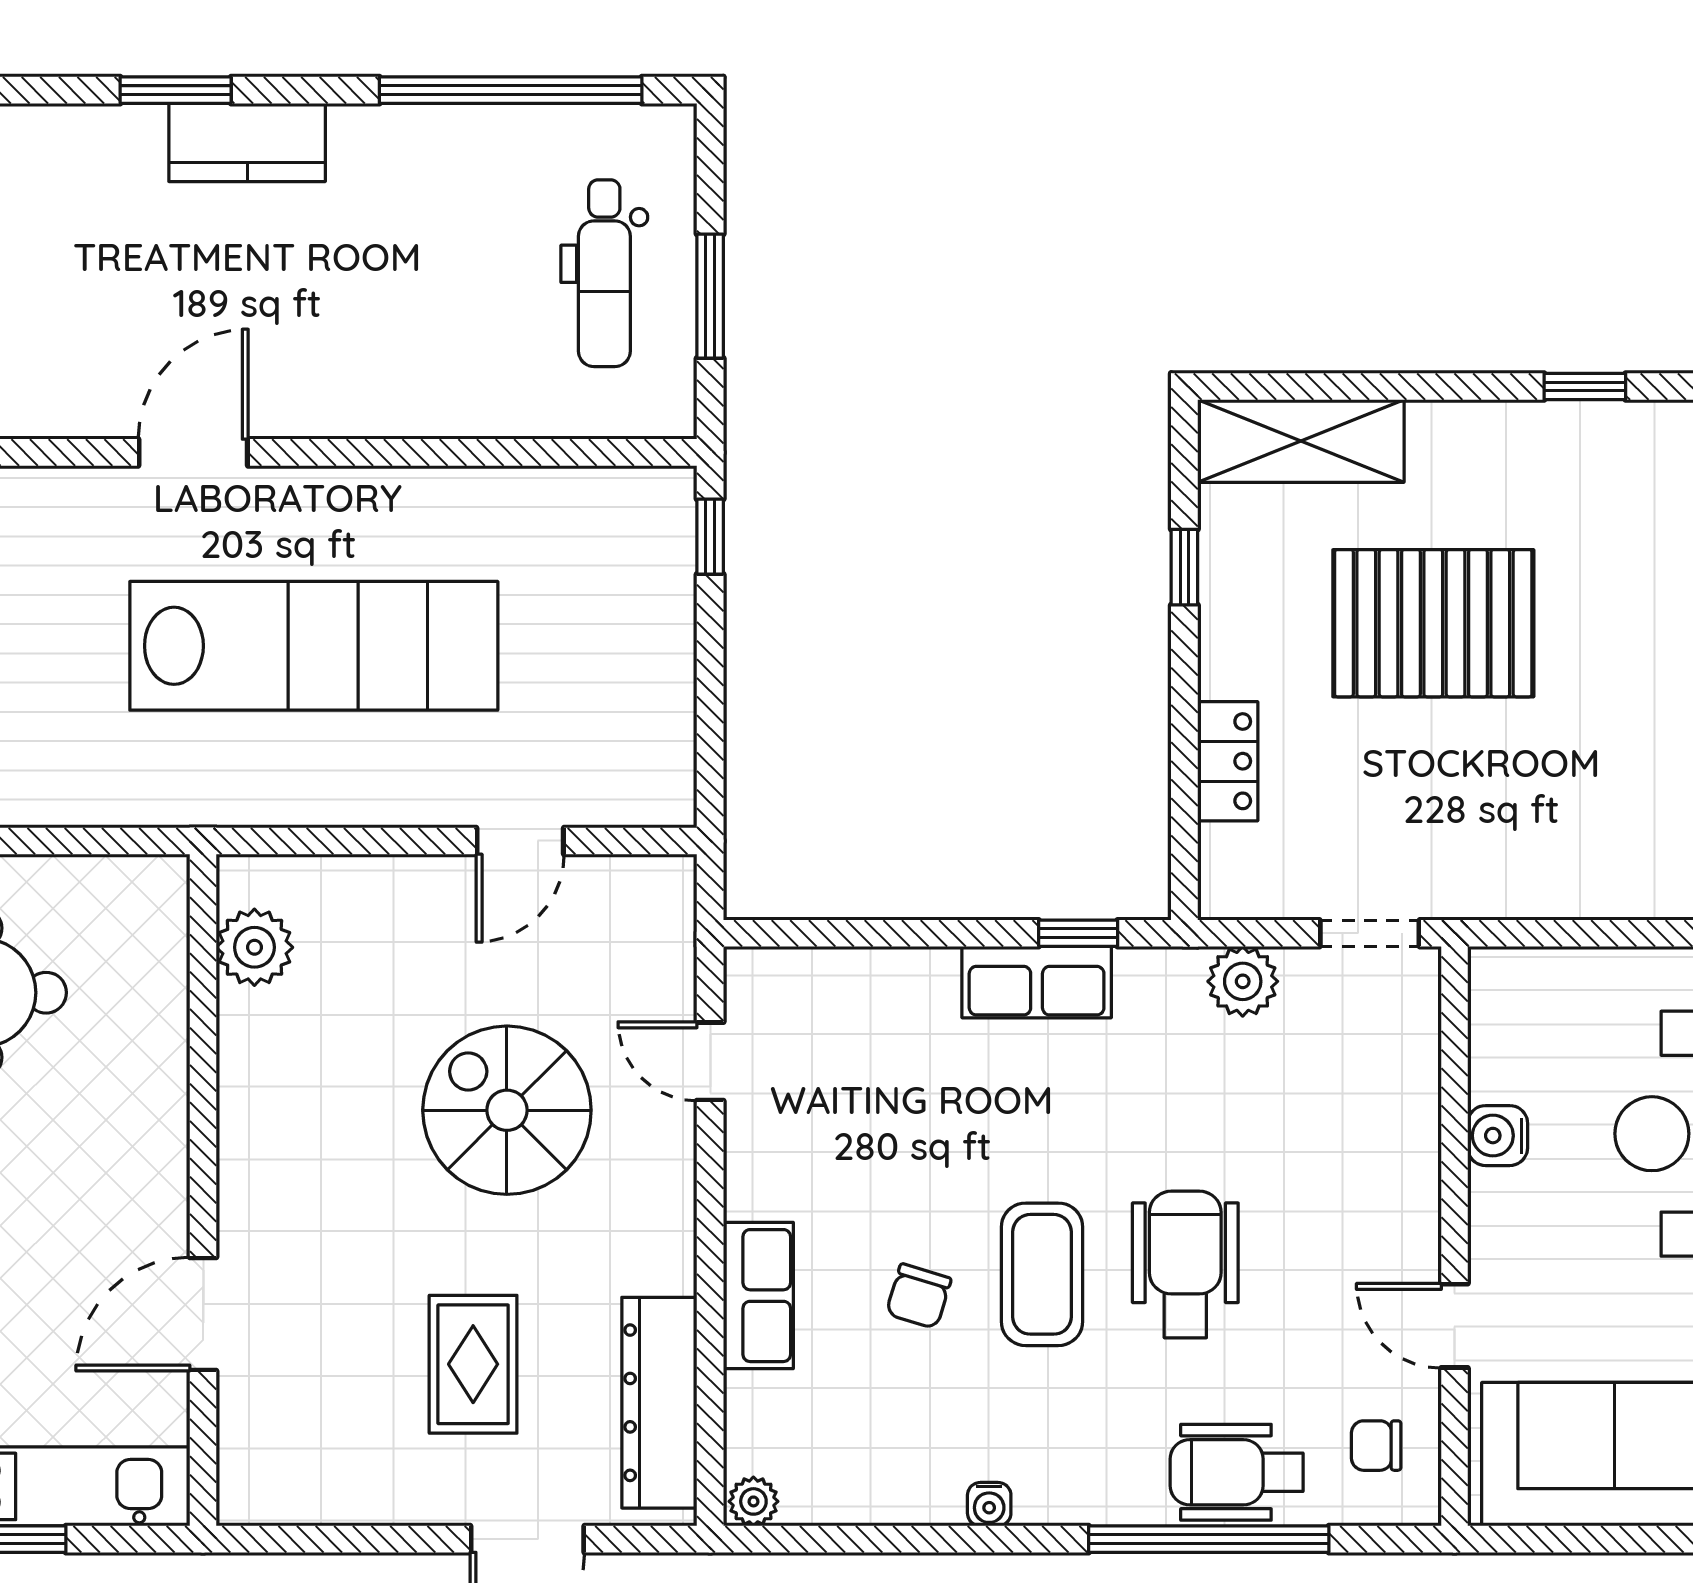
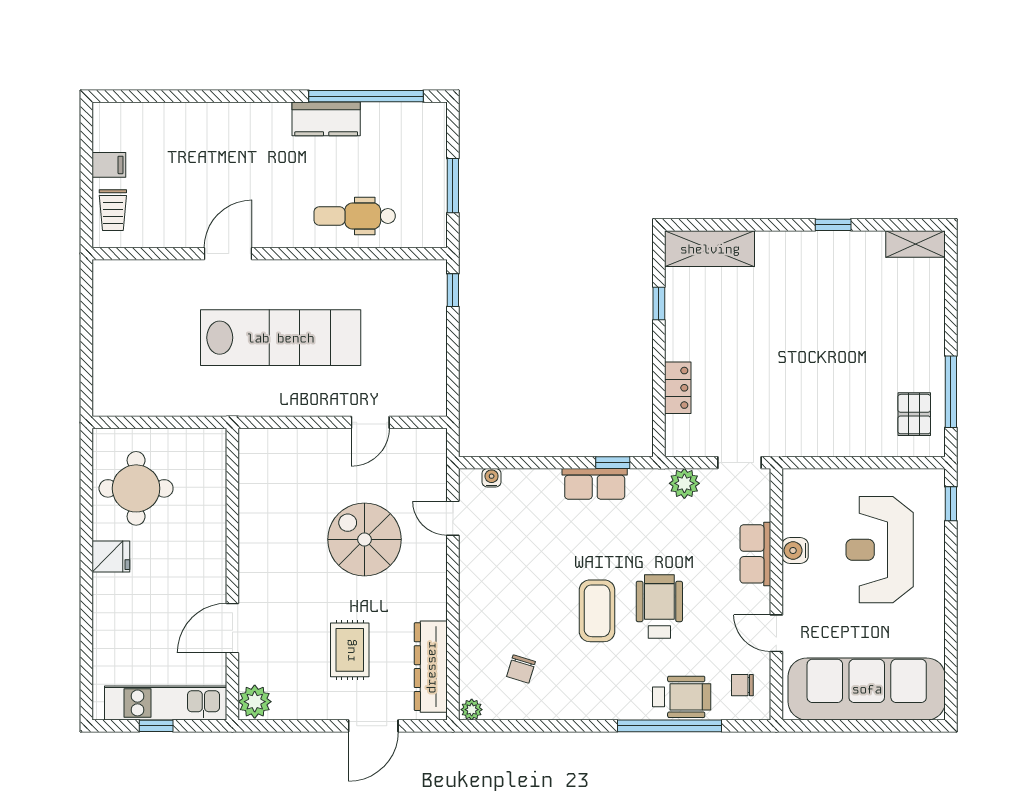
window: (176, 90) -> (220, 96), removed
kitchen counter: (247, 142) -> (326, 119), moved
dental chair: (604, 273) -> (355, 216), moved, turned 90
pallet: (1433, 623) -> (767, 328), removed
plant: (254, 947) -> (255, 702), moved
row of seats: (758, 1296) -> (755, 554), moved, turned 180
chair: (919, 1296) -> (521, 669), moved
wheelchair: (1237, 1472) -> (682, 697), turned 180
water cooler: (989, 1504) -> (492, 478), moved, turned 180

